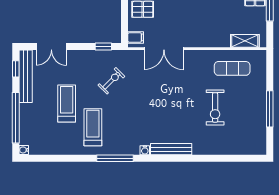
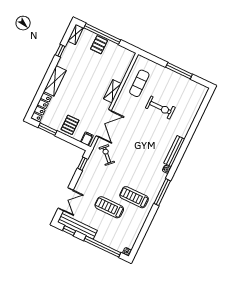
shelving: (245, 41) -> (112, 91), moved
exercise bike: (111, 81) -> (107, 155), moved

